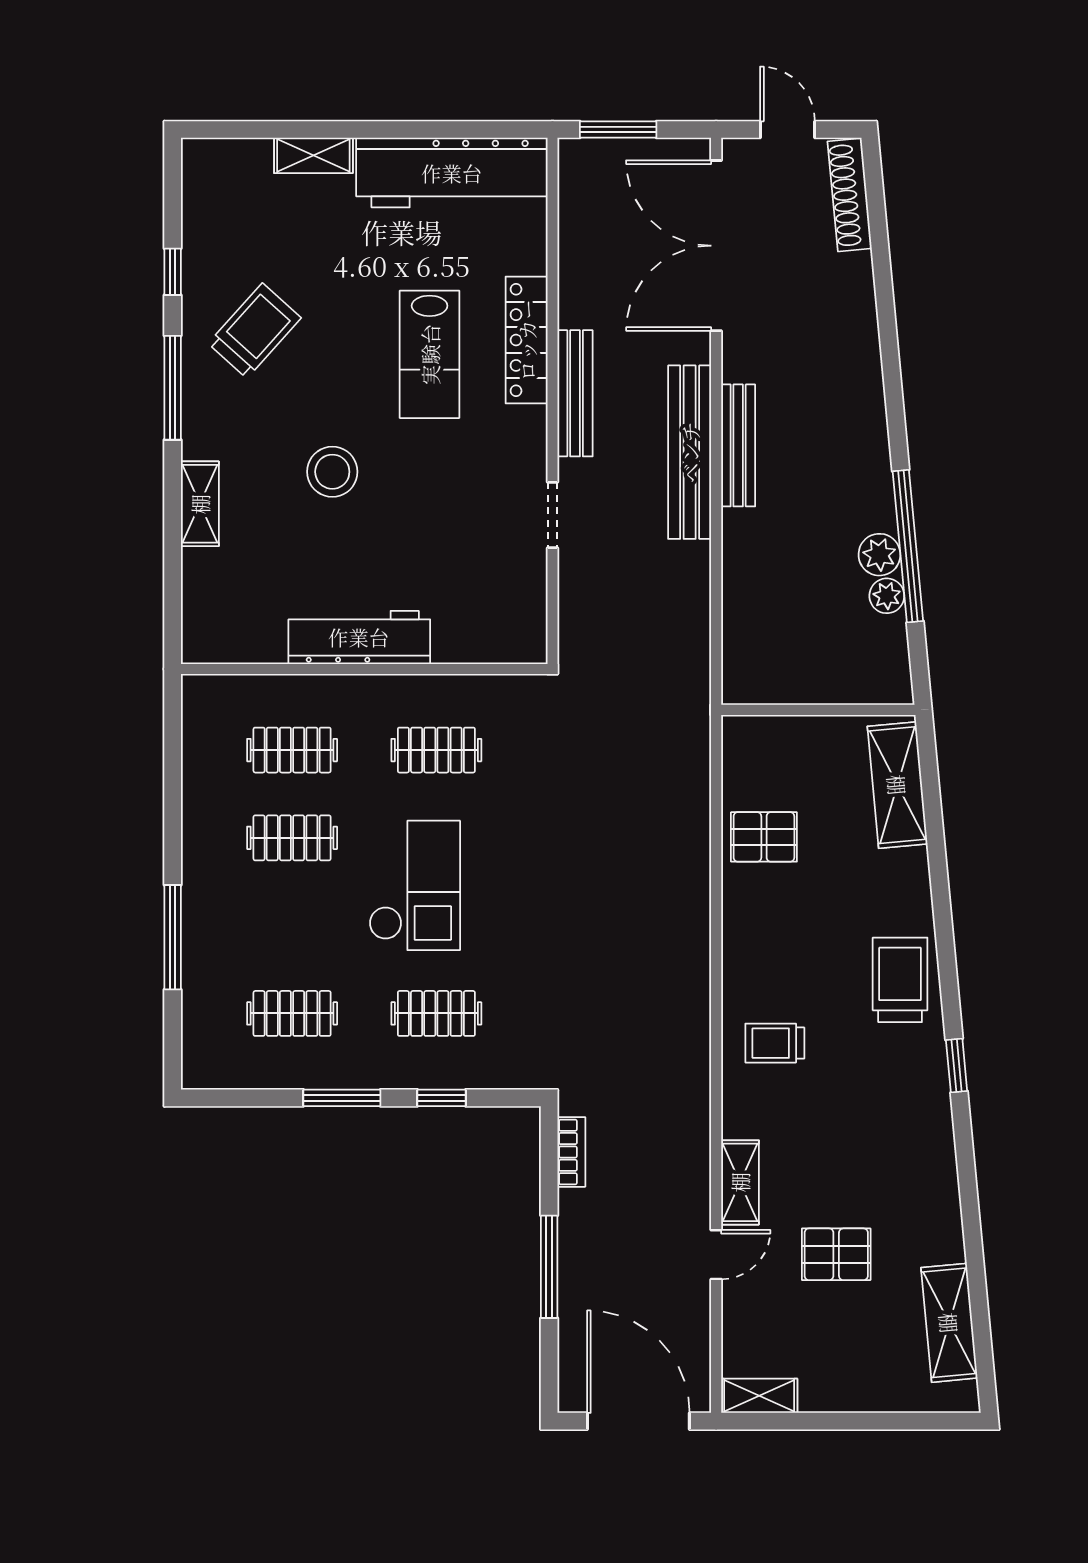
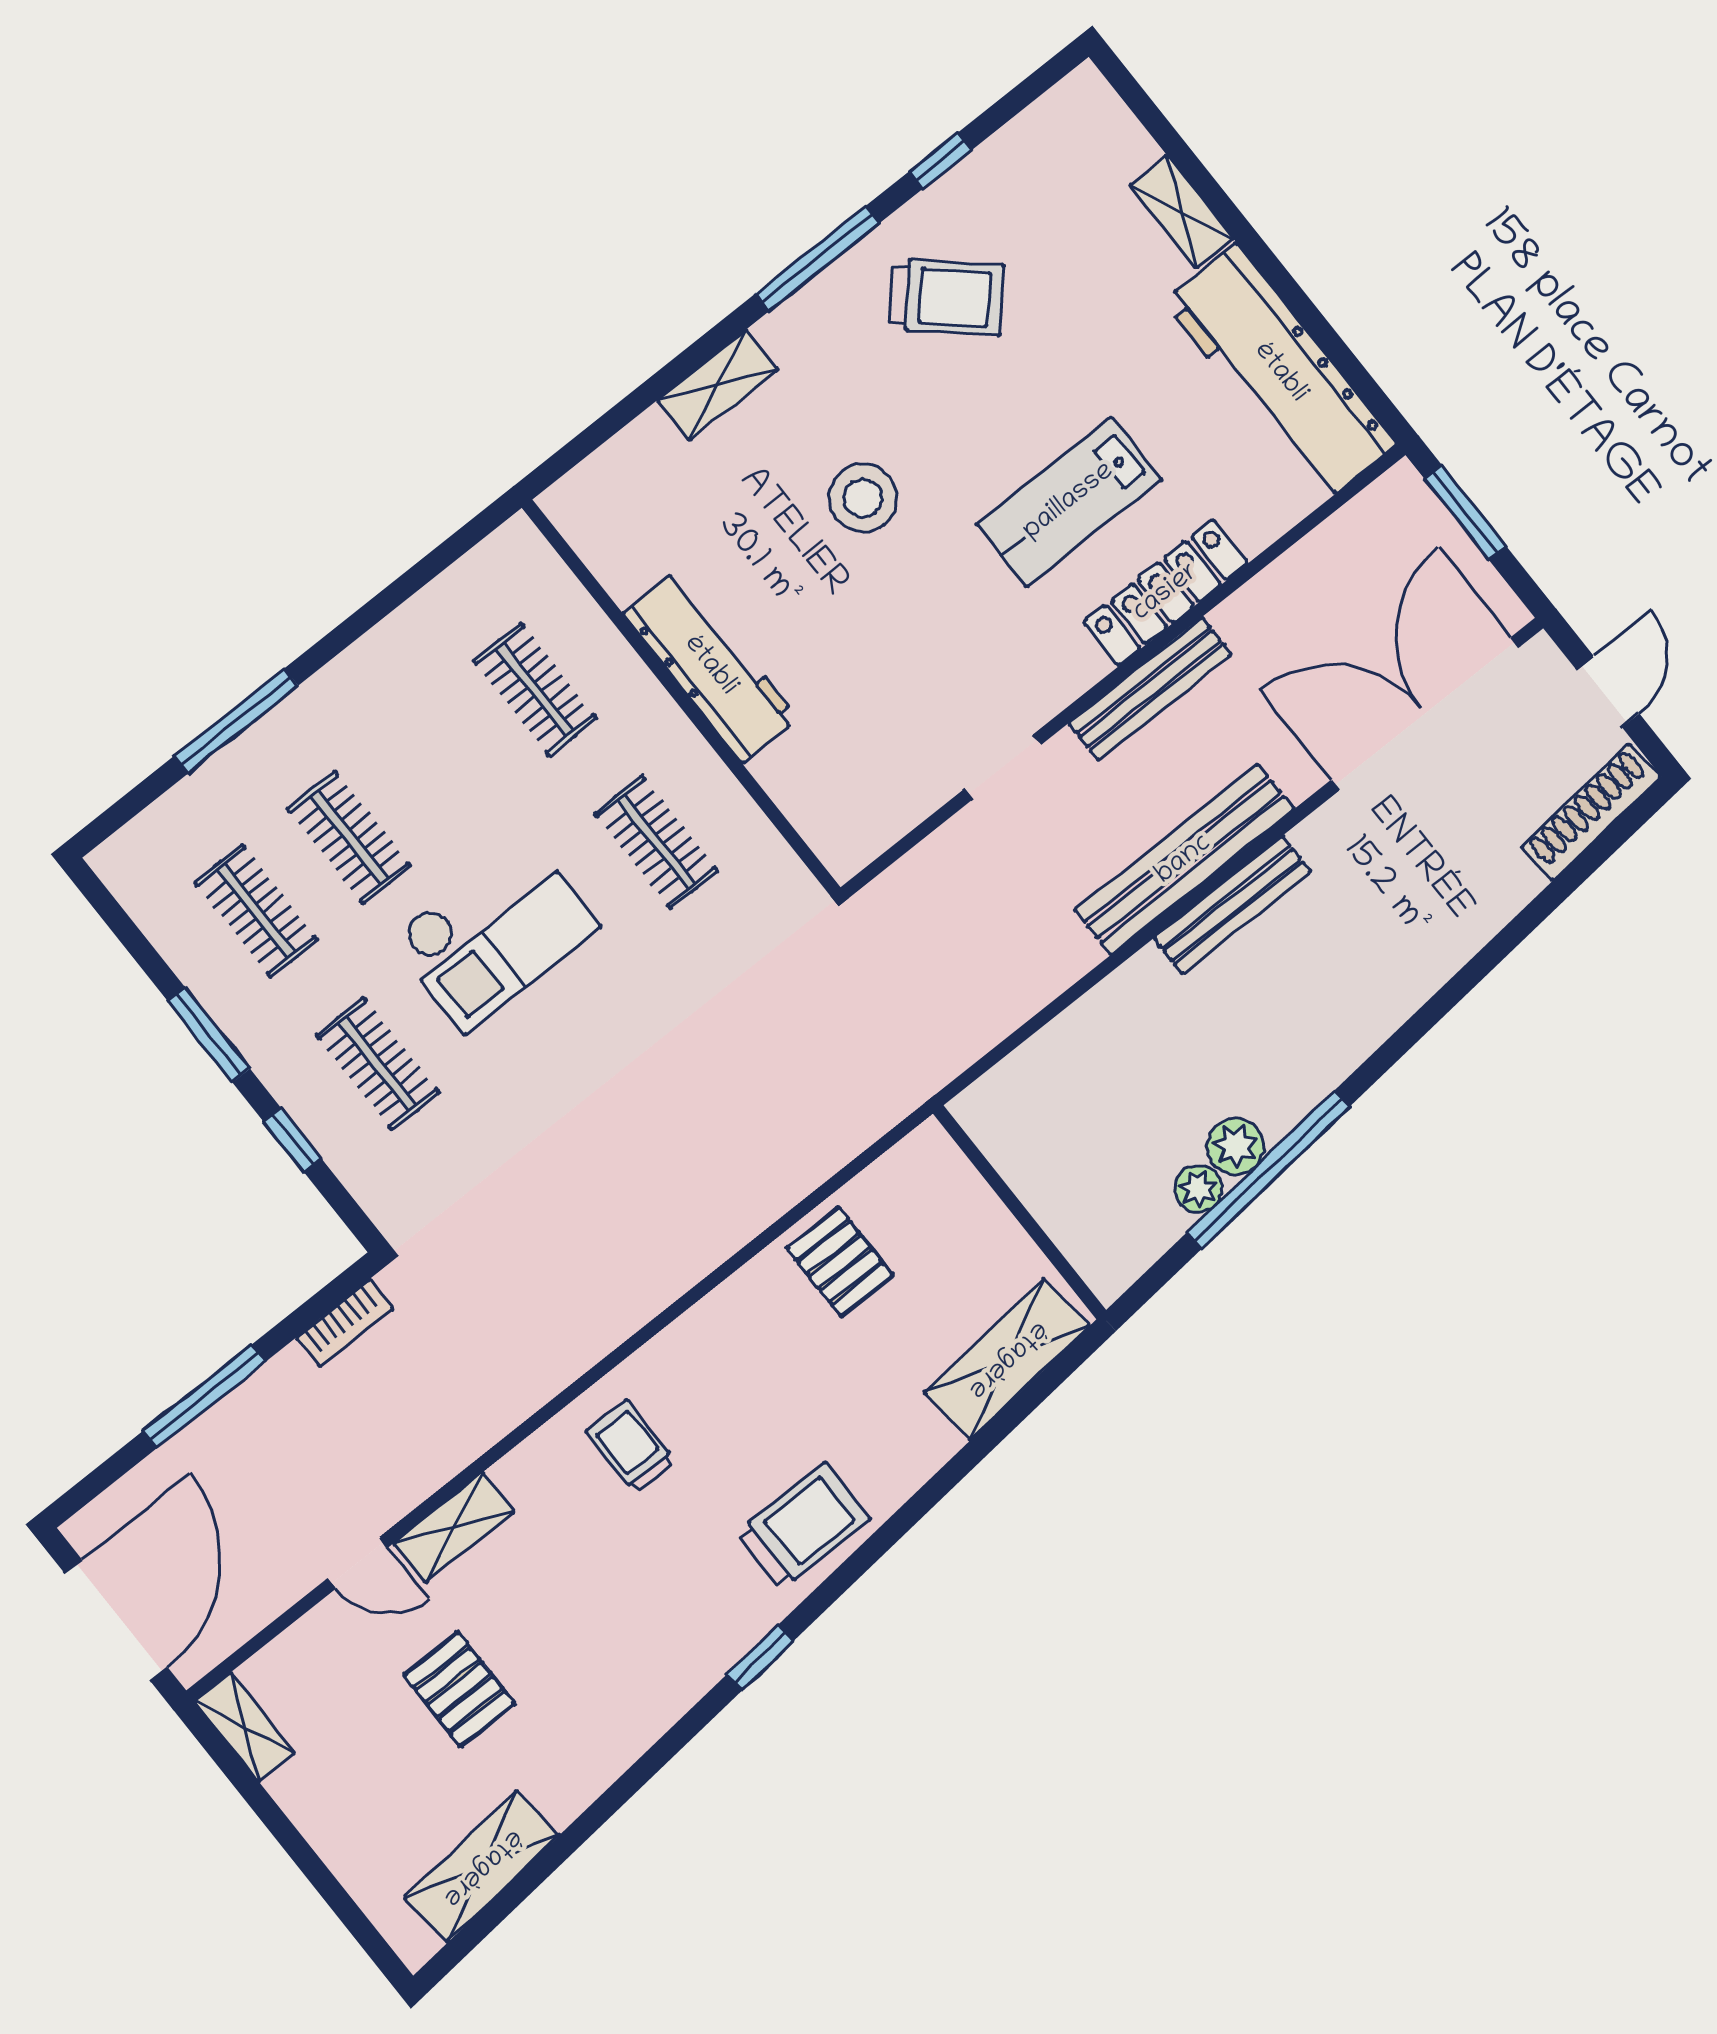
clothes rail: (292, 838) -> (349, 837), moved

